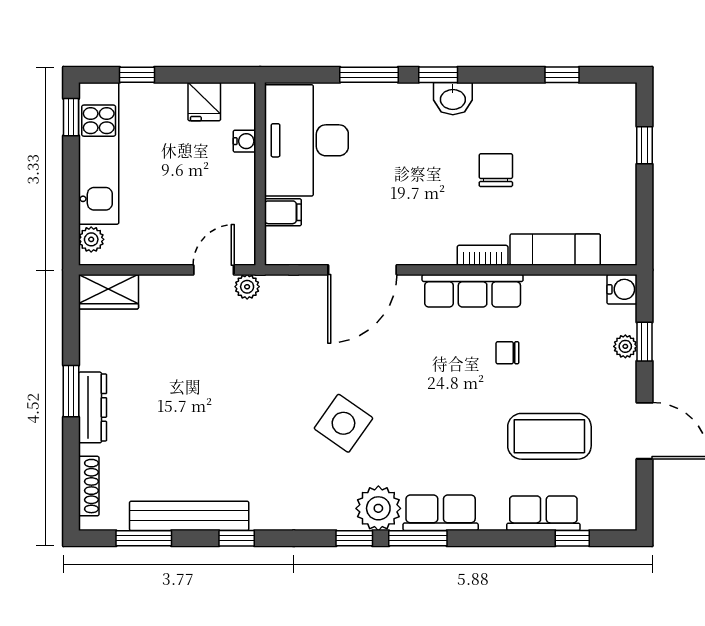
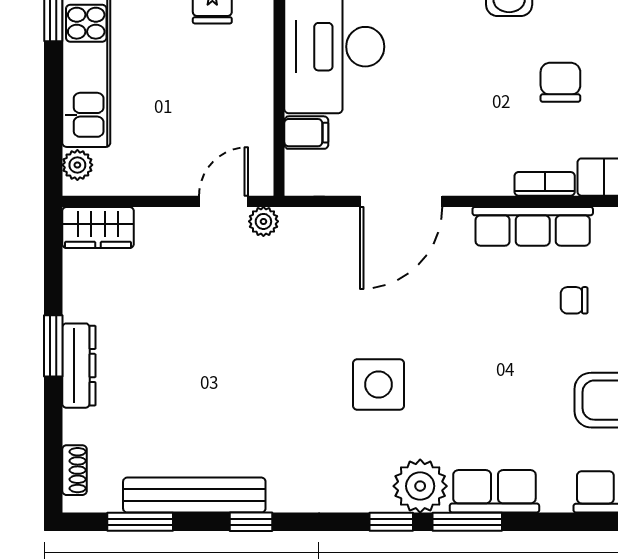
water cooler: (244, 141) -> (260, 48), removed
side table: (343, 423) -> (378, 384), turned -35
shoe rack: (89, 486) -> (74, 470), width x0.70

